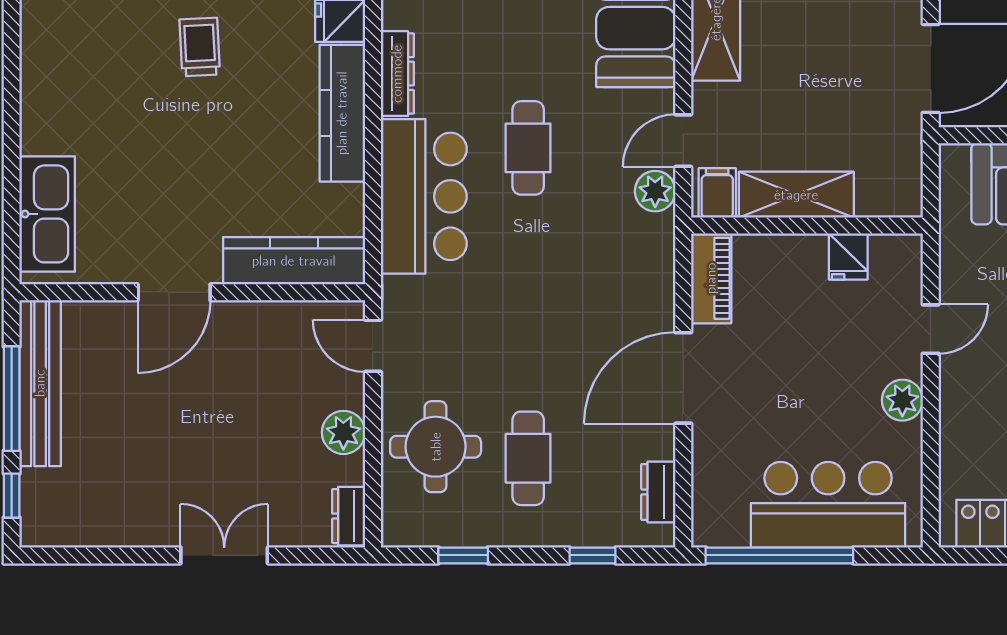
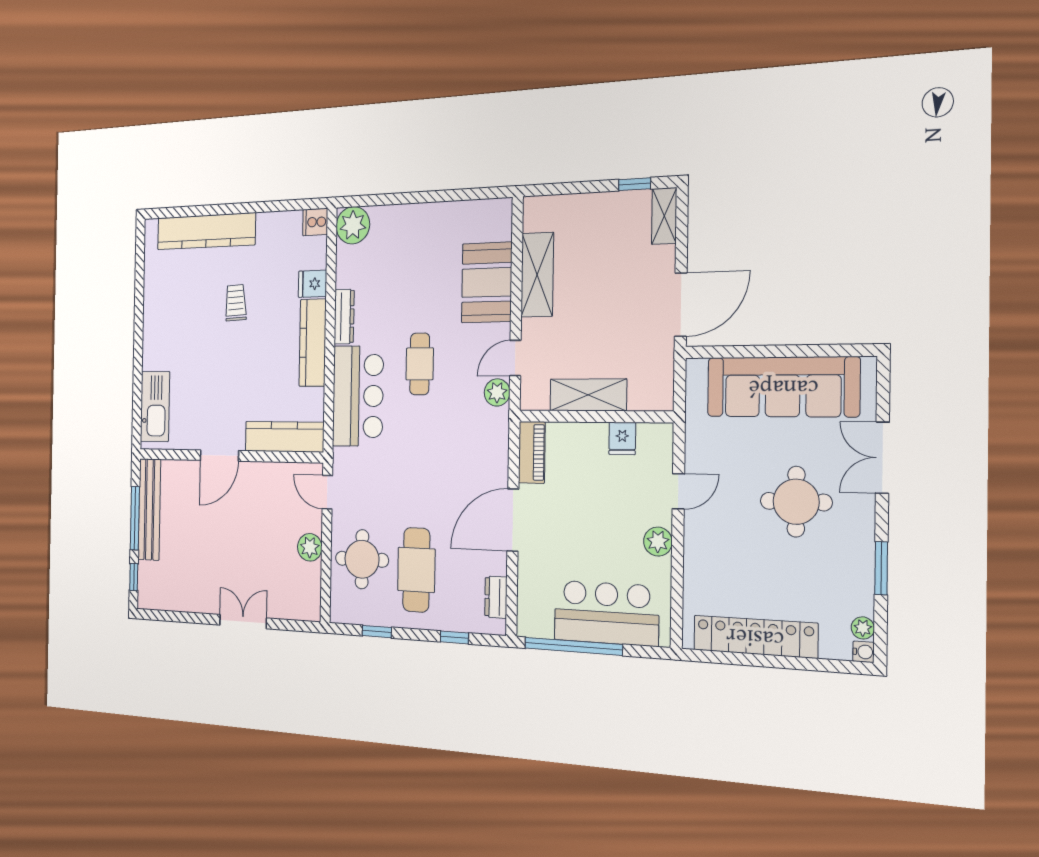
filing cabinet: (717, 193) -> (536, 394), removed
cafe table: (528, 458) -> (416, 570), width x1.37, depth x1.35
dresser: (349, 516) -> (312, 601), removed

